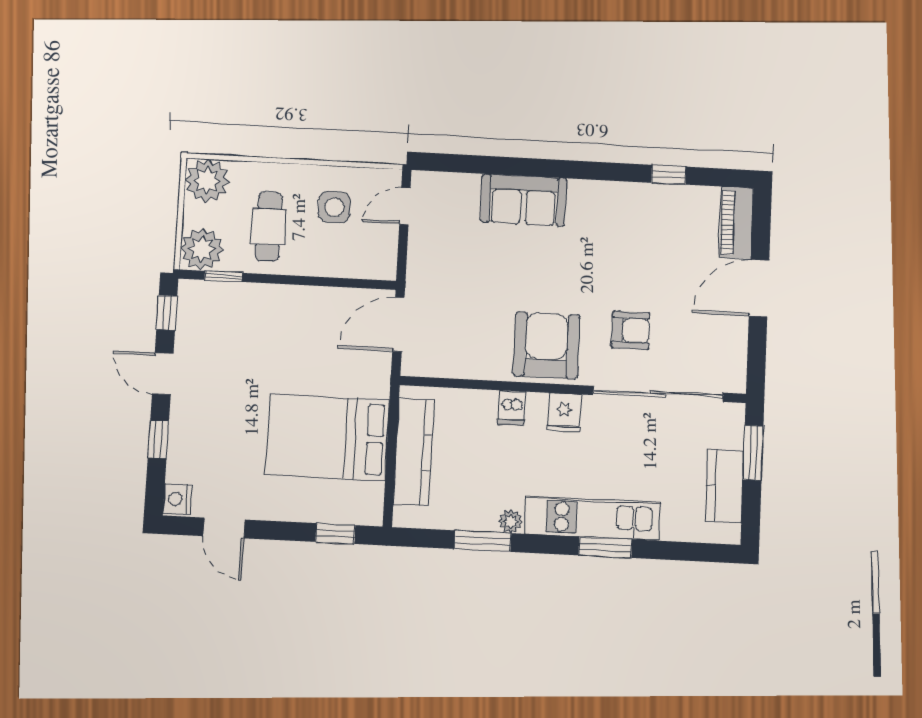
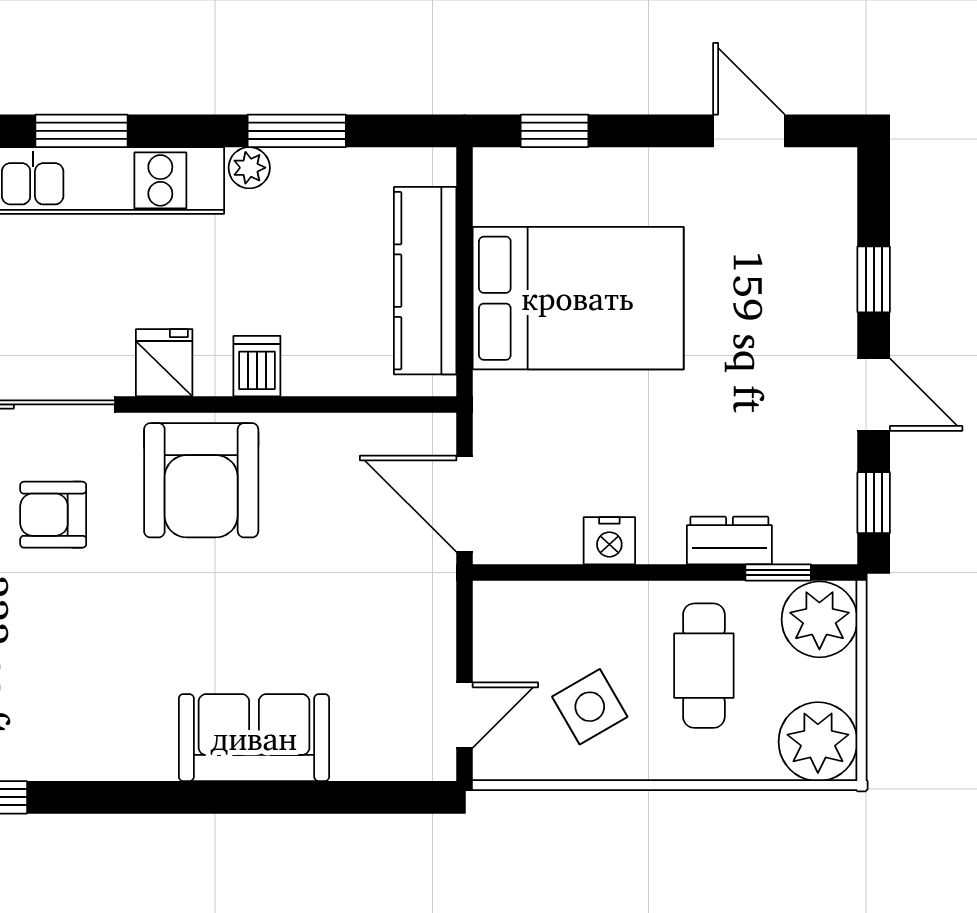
side table: (334, 207) -> (590, 707), turned -30
dresser: (250, 296) -> (729, 540), added
door: (398, 324) -> (465, 504), swing flipped
nightstand: (177, 499) -> (609, 541), moved, turned 90

